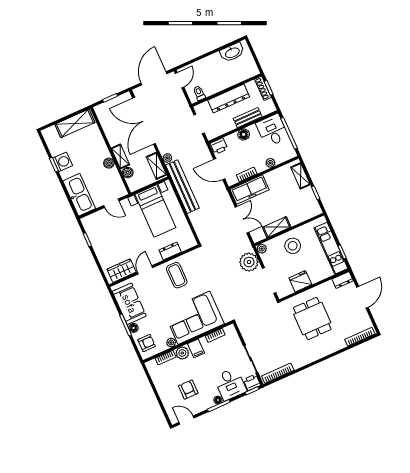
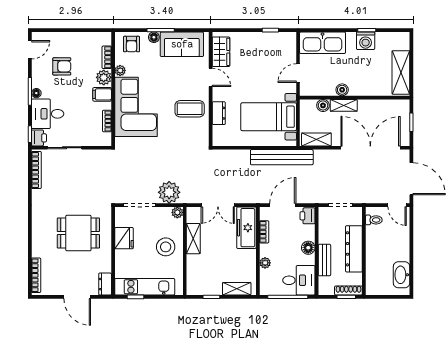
plant: (167, 158) -> (320, 155), removed

